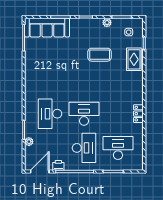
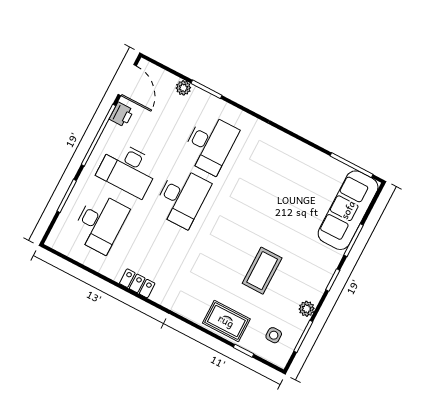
desk: (50, 114) -> (210, 144), turned 90

